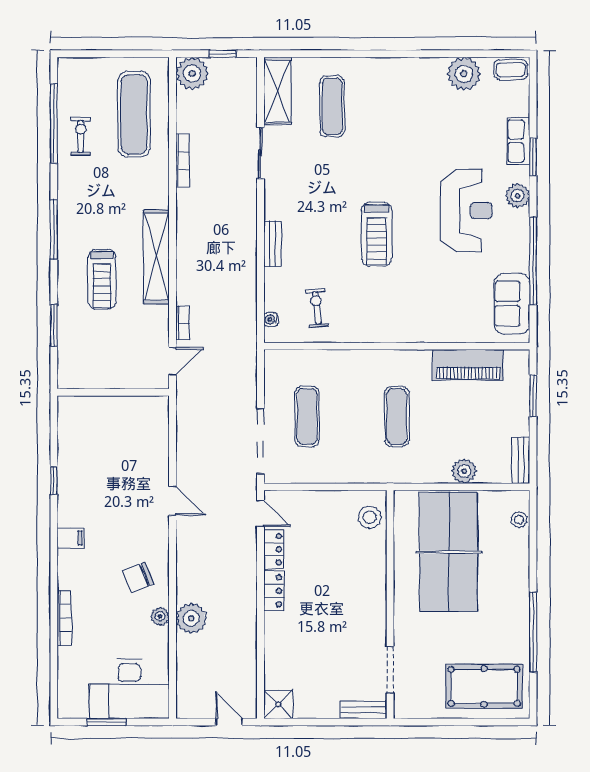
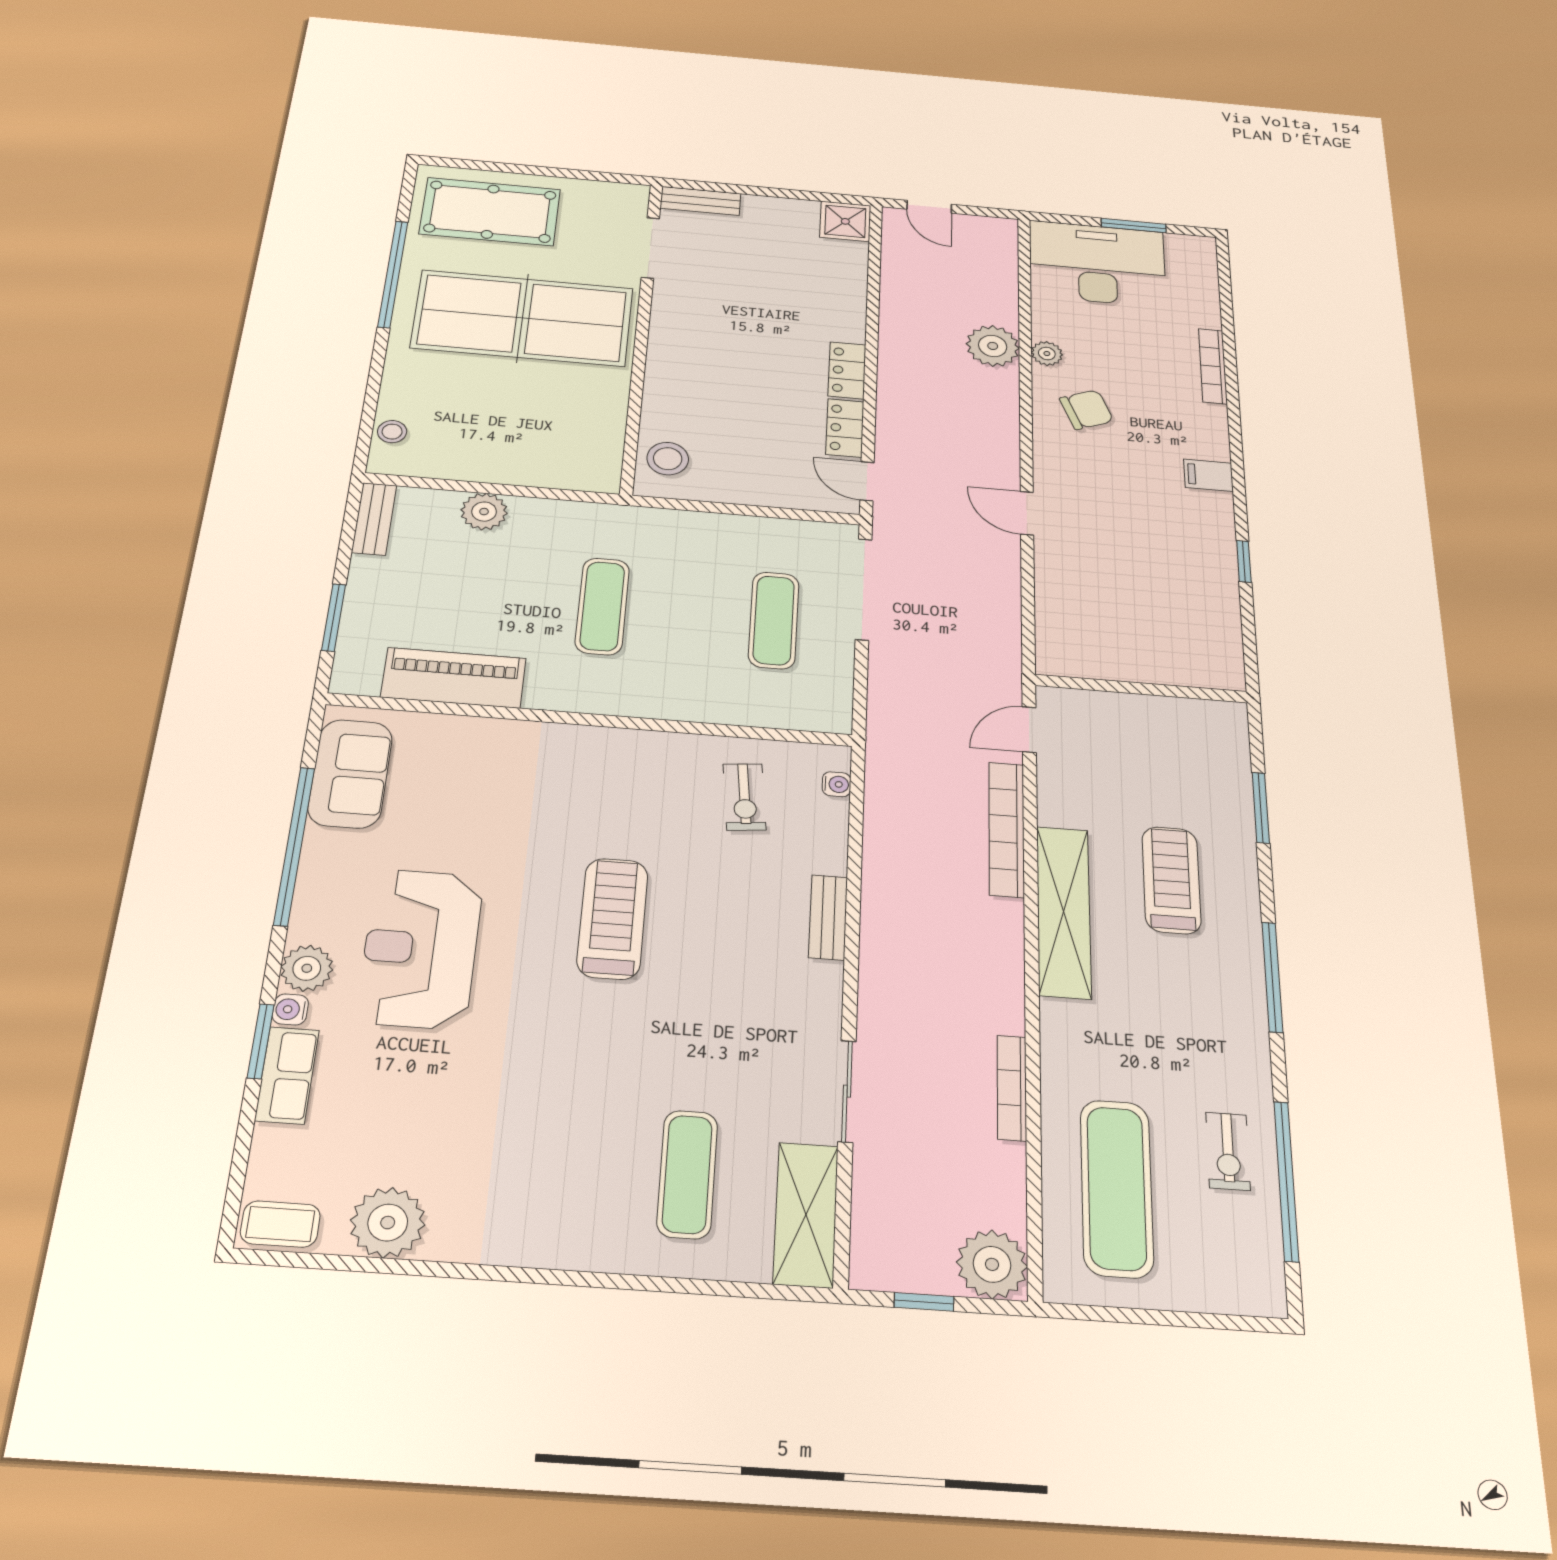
water cooler: (522, 174) -> (290, 1009), added
bookcase: (182, 323) -> (1007, 829), width x2.31, depth x1.31
table tennis table: (449, 552) -> (523, 318), moved, turned 90

